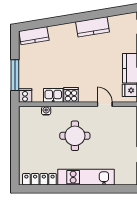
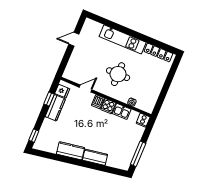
kitchen counter: (34, 36) -> (95, 157), moved
window: (15, 75) -> (138, 154), moved
dishwasher: (85, 95) -> (98, 102), added
door: (105, 104) -> (86, 89), swing flipped

